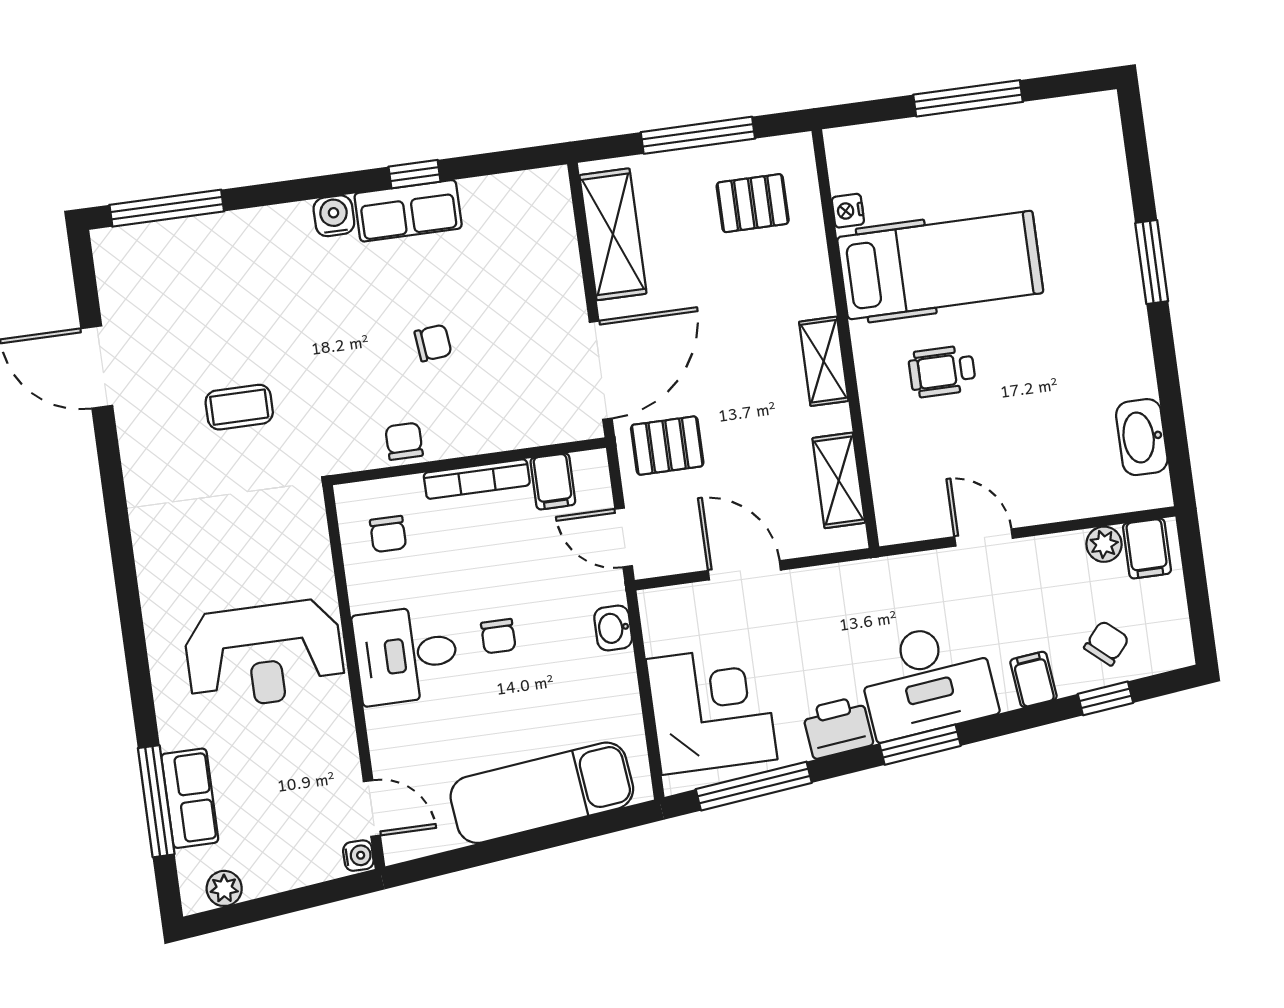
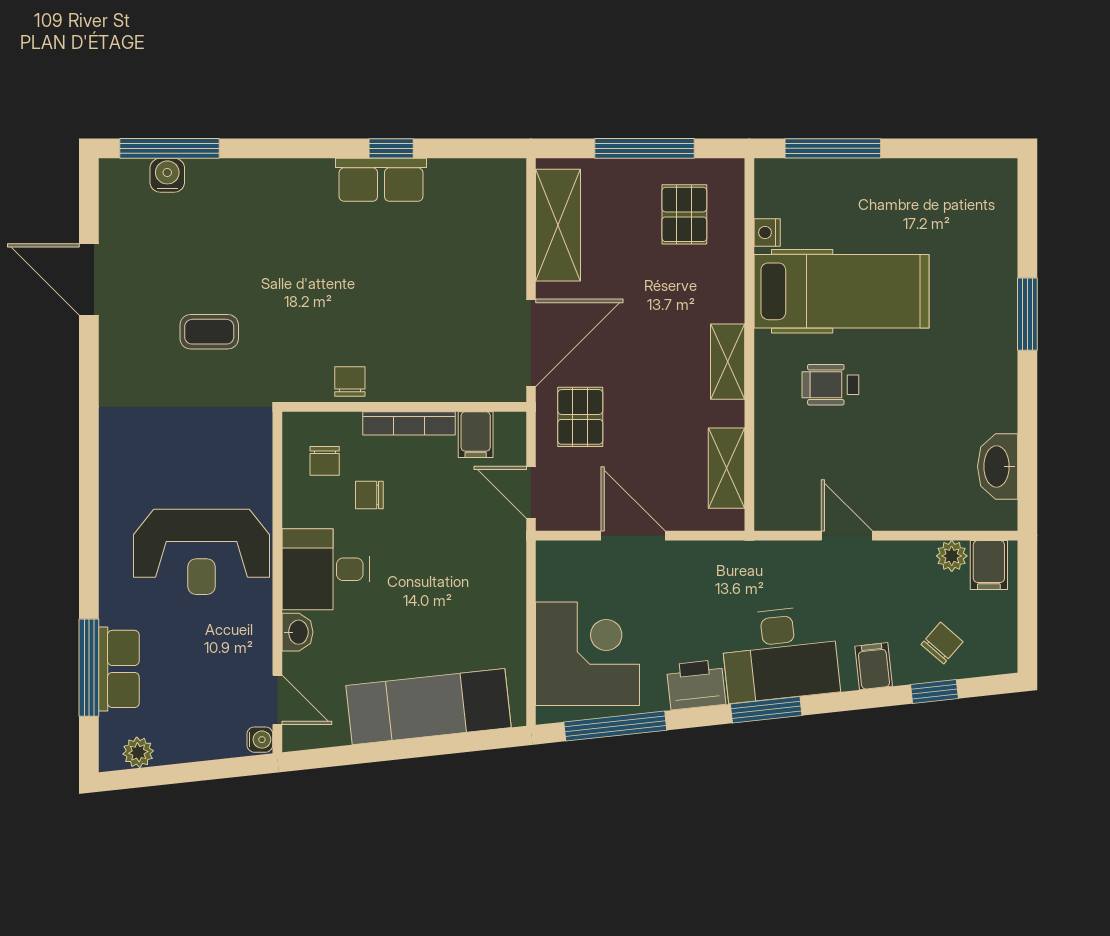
window: (968, 98) -> (833, 148), moved
pallet: (753, 203) -> (684, 214), turned 90
water cooler: (334, 216) -> (167, 175), moved
chair: (433, 343) -> (387, 299), removed
pallet: (667, 446) -> (580, 417), turned 90
washbasin: (613, 628) -> (298, 632), moved, turned 180
chair: (498, 636) -> (369, 495), moved, turned 90

